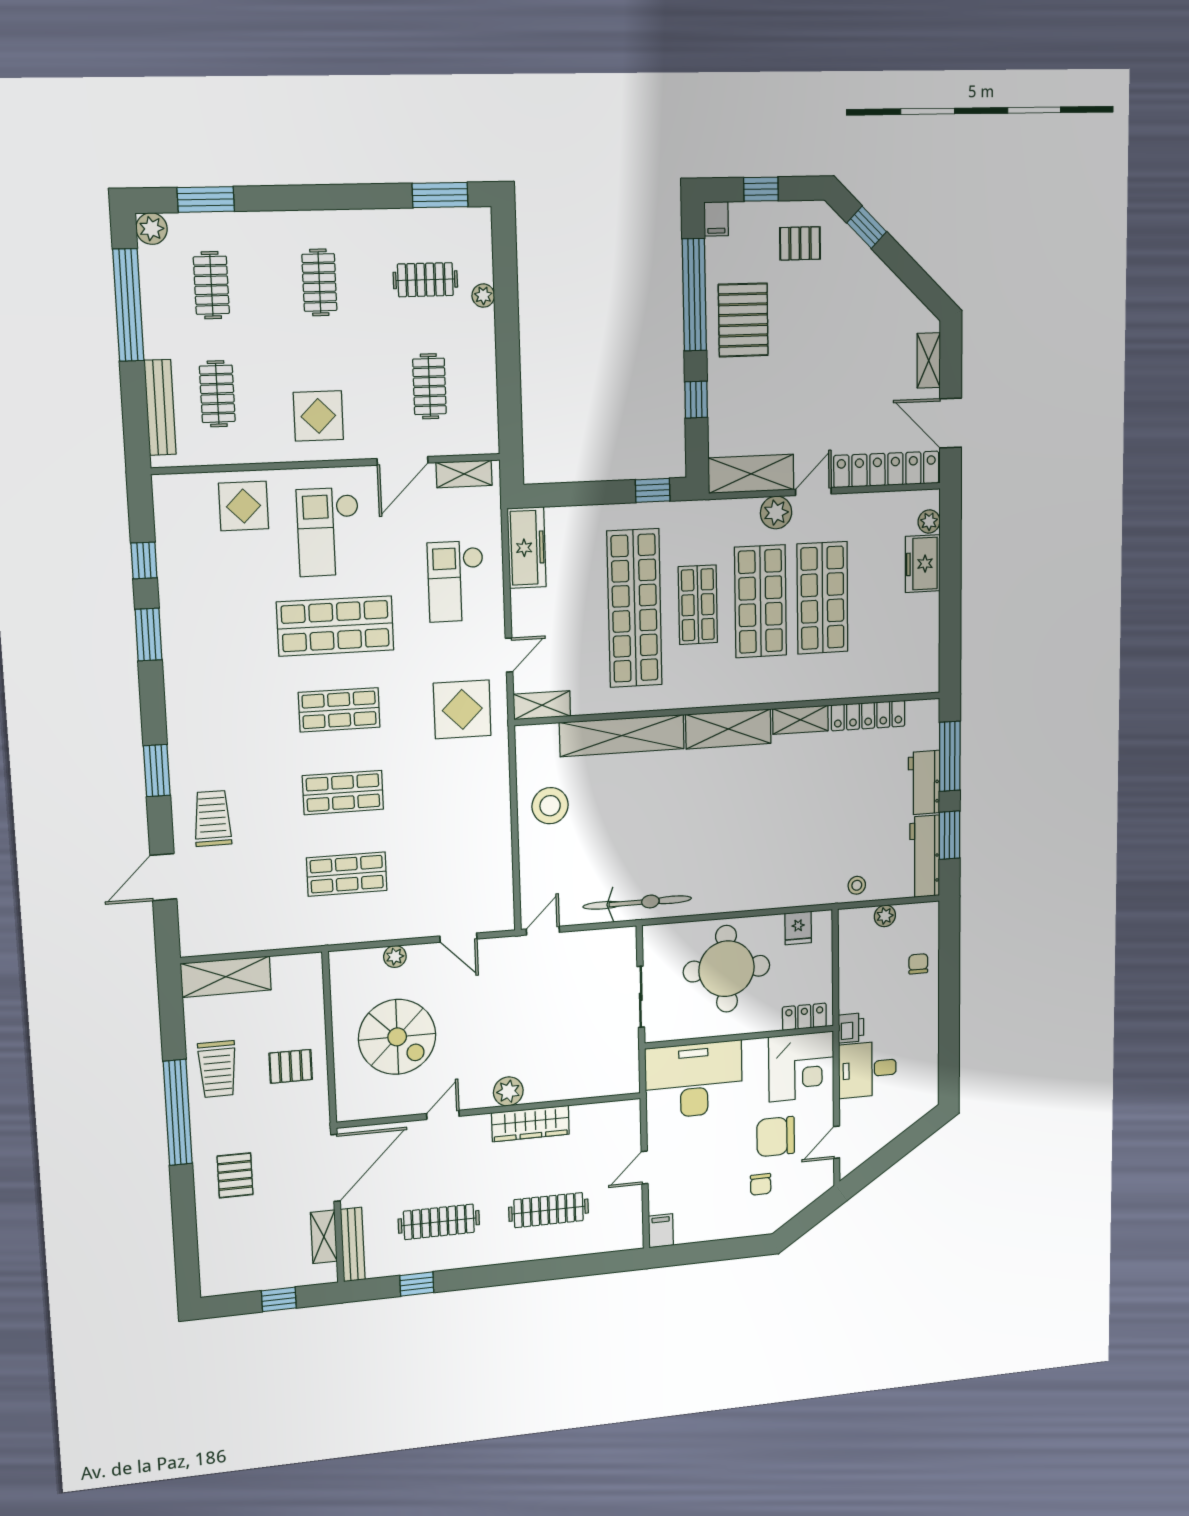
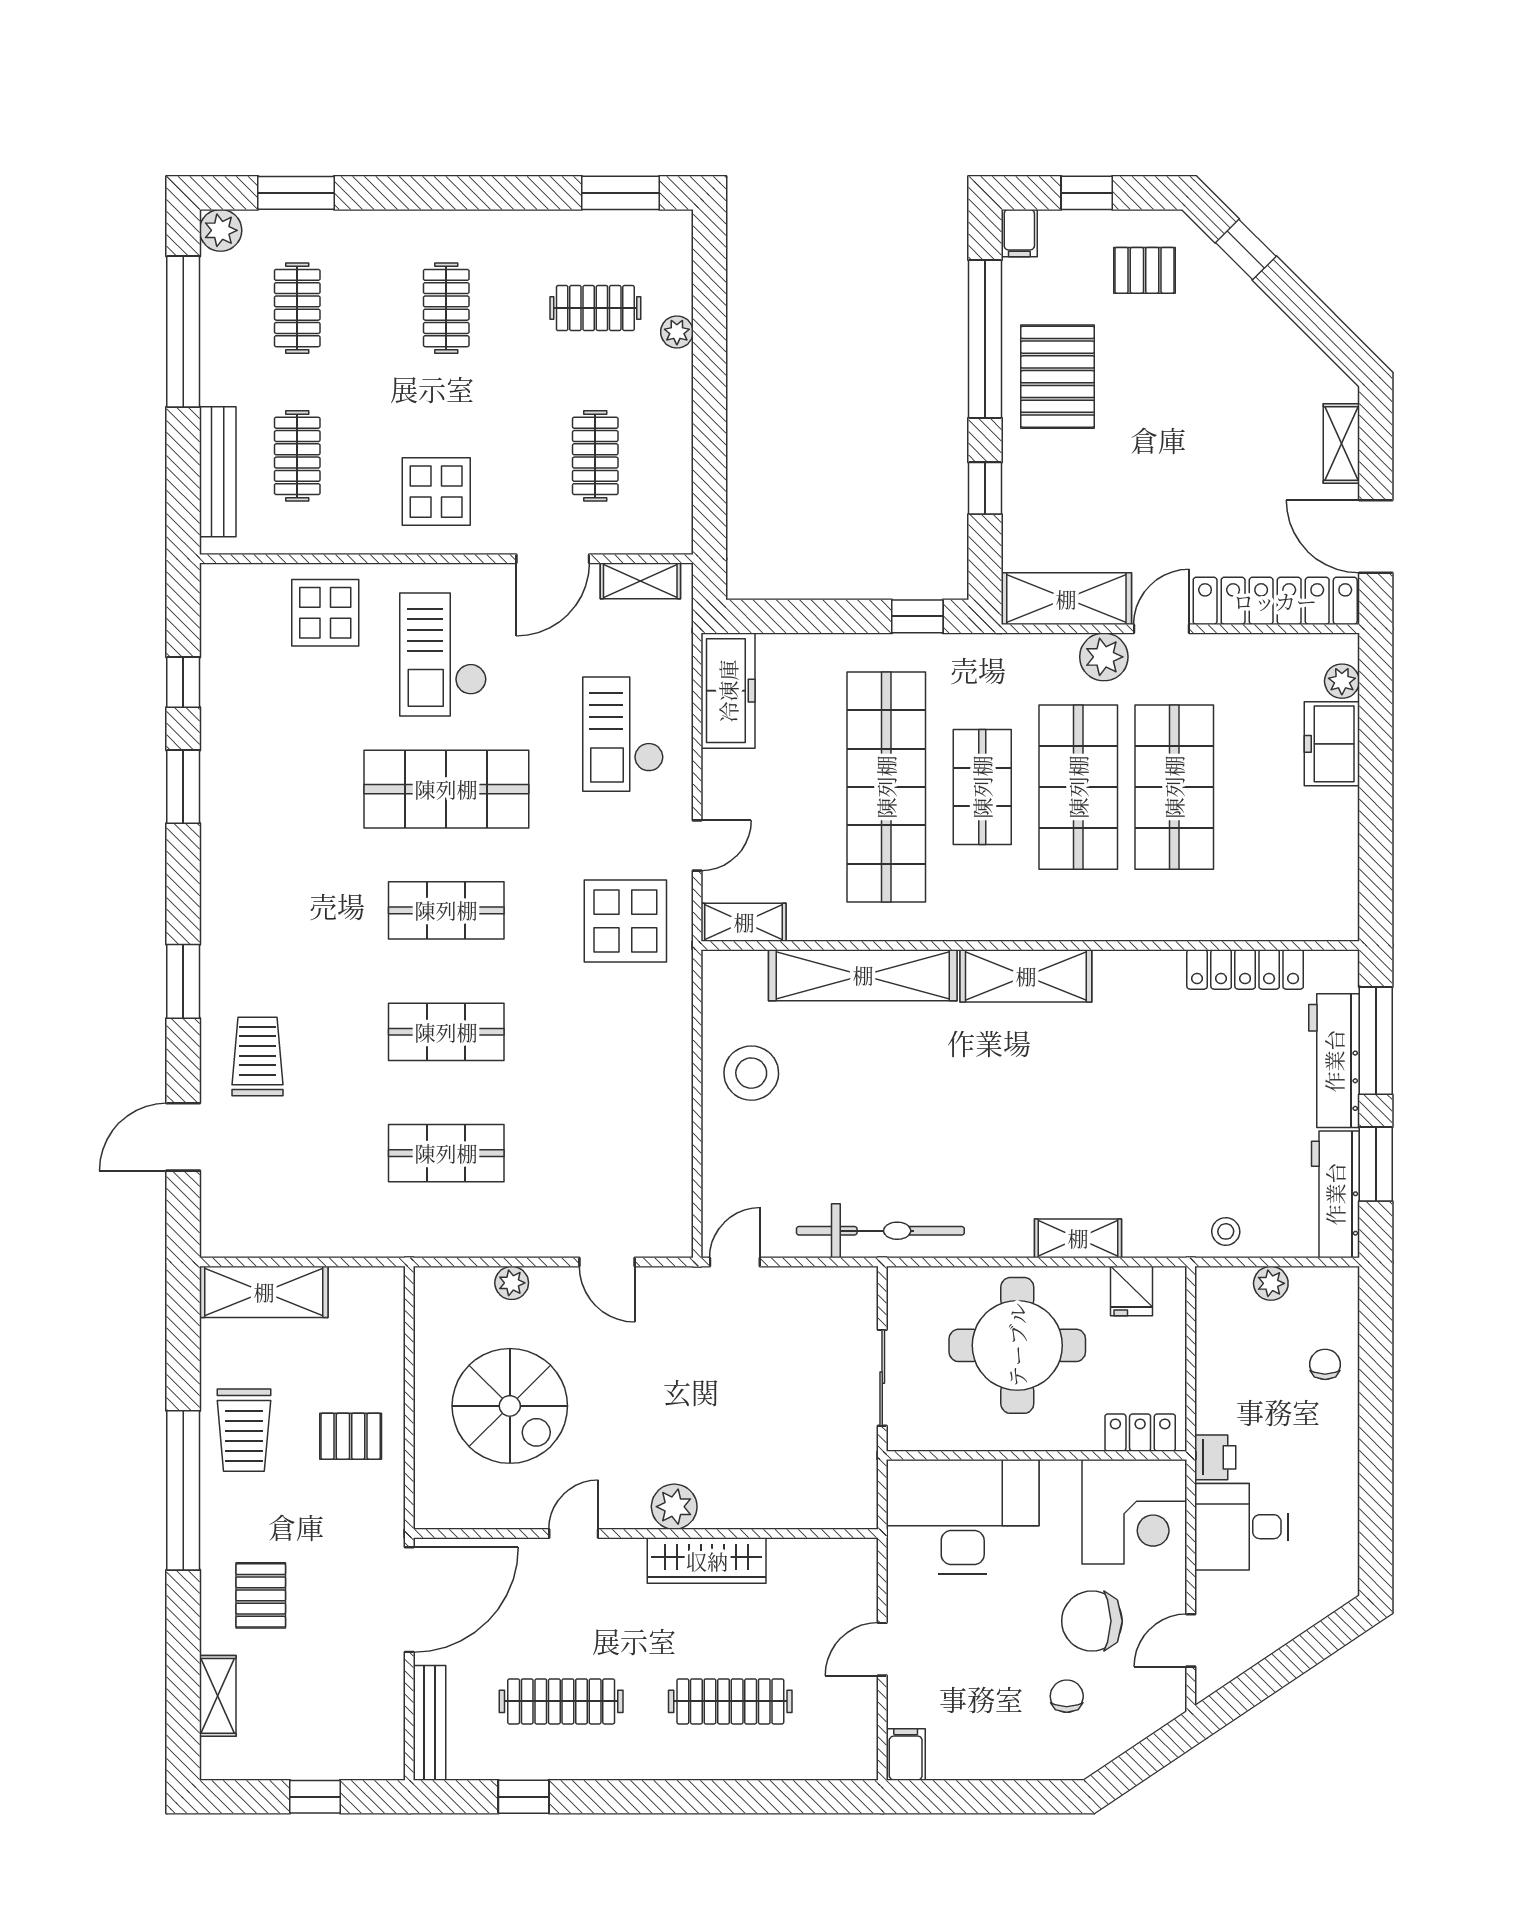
shelving: (800, 720) -> (1078, 1238), moved
workbench: (924, 783) -> (1334, 1061), width x1.38
chair: (761, 1184) -> (1067, 1696), turned 180
shelving: (324, 1237) -> (218, 1696), moved

